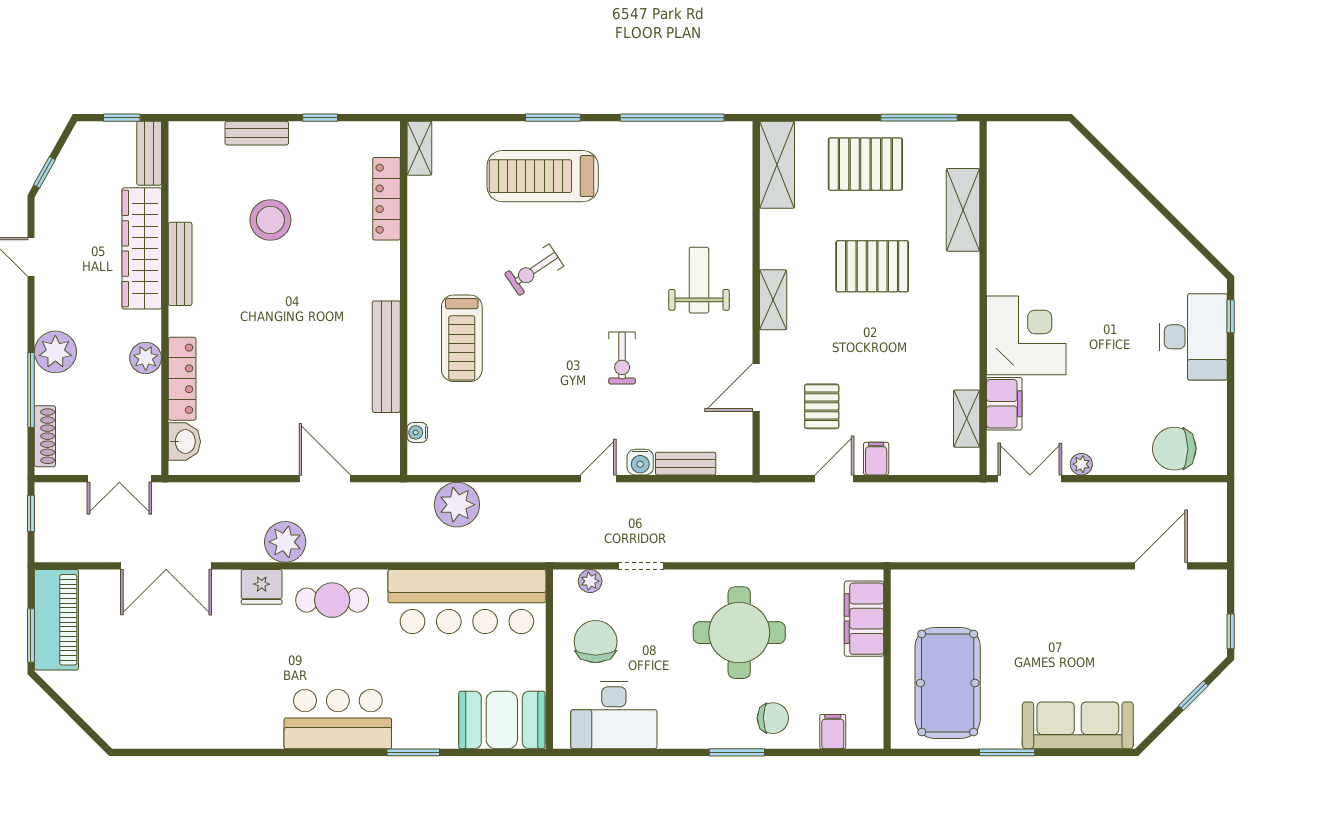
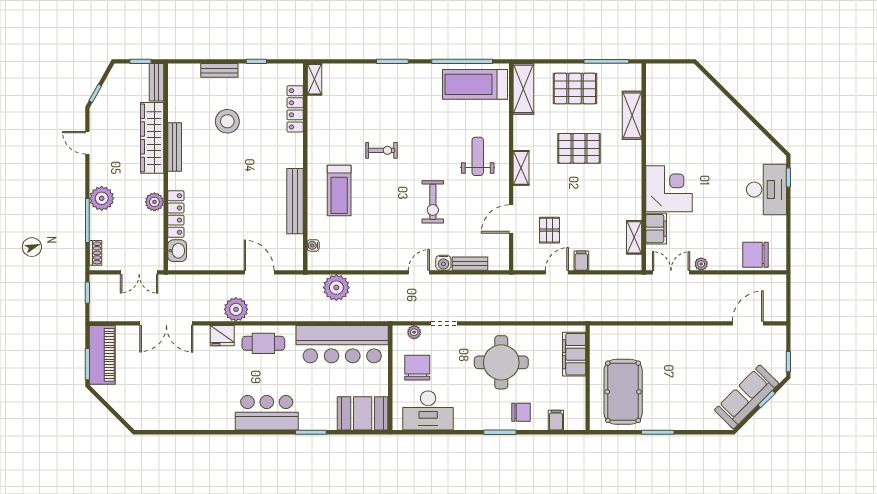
treadmill: (543, 176) -> (475, 84), moved
exercise bike: (534, 270) -> (381, 150), turned -146
exercise bike: (622, 358) -> (433, 202), width x1.38, depth x1.39
shoe rack: (45, 436) -> (96, 253), width x0.70
sofa: (1078, 725) -> (747, 397), moved, turned -45

